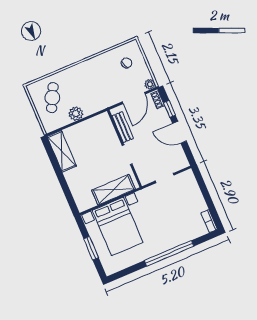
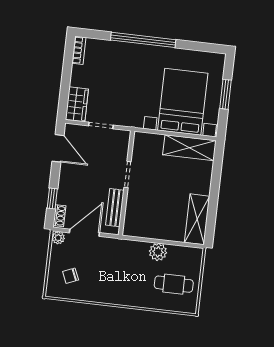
cafe table: (52, 98) -> (174, 284), turned 63
door: (179, 132) -> (58, 148), moved
wardrobe: (189, 183) -> (77, 104), added
shelving: (113, 190) -> (189, 148), moved

